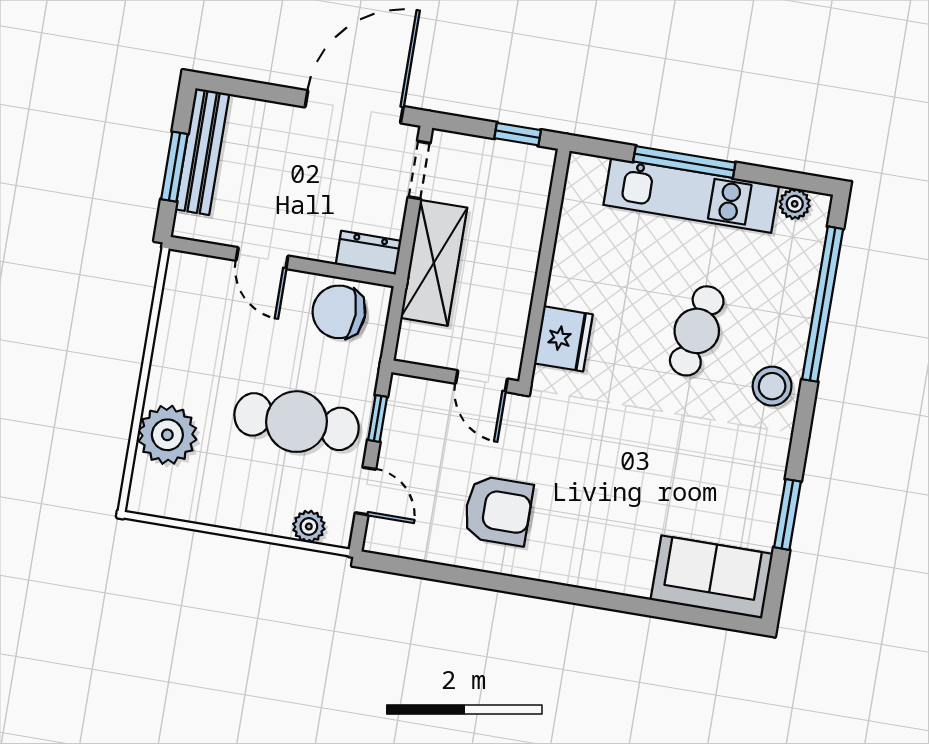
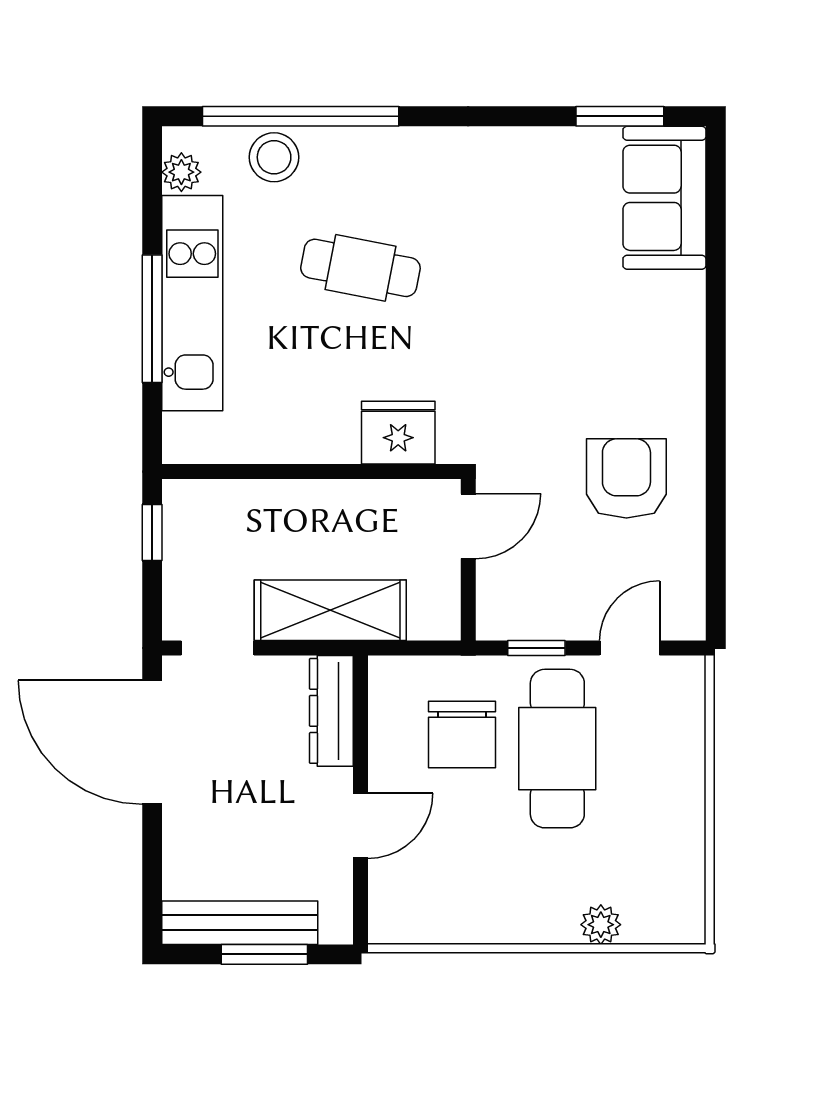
dresser: (369, 253) -> (331, 711), width x1.44
chair: (339, 312) -> (462, 735), moved
stool: (772, 386) -> (274, 157), moved
plant: (167, 435) -> (601, 925), width x0.53, depth x0.53
window: (787, 514) -> (620, 116), moved
plant: (309, 526) -> (686, 711), removed

